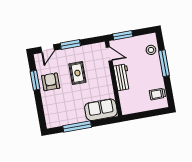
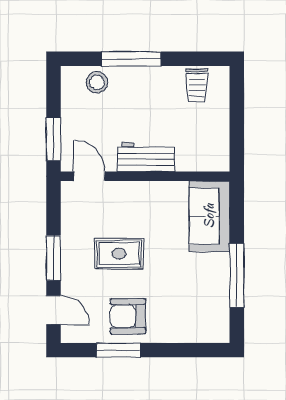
door: (109, 54) -> (89, 176), hinge flipped

